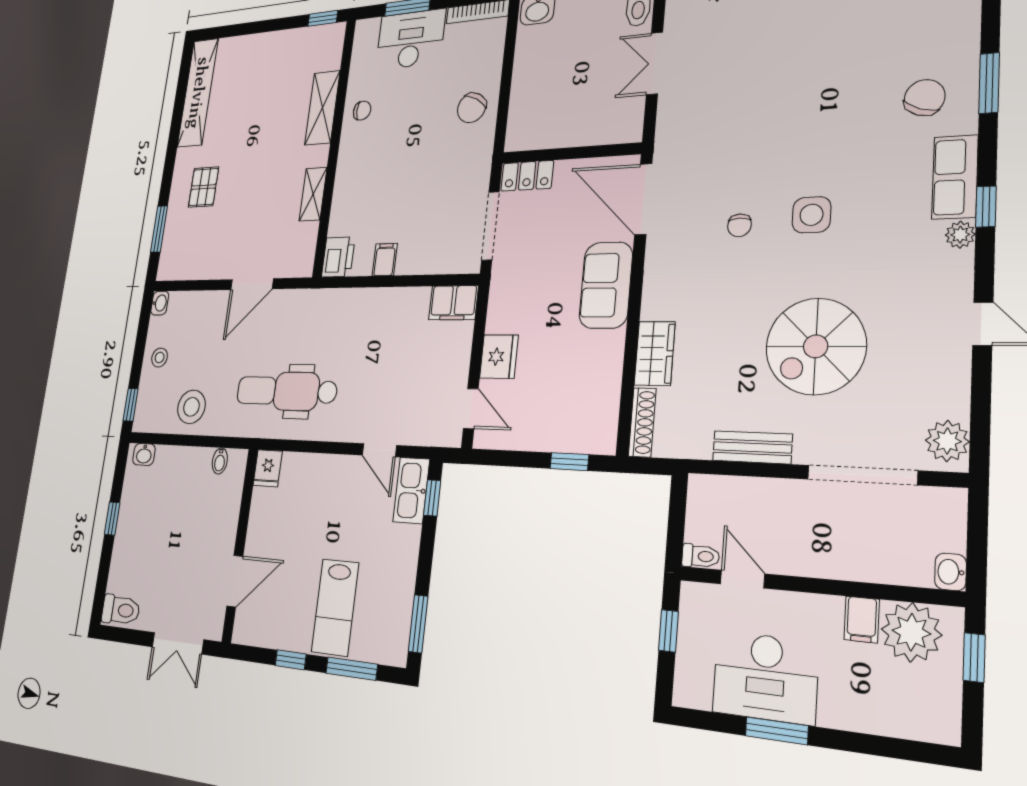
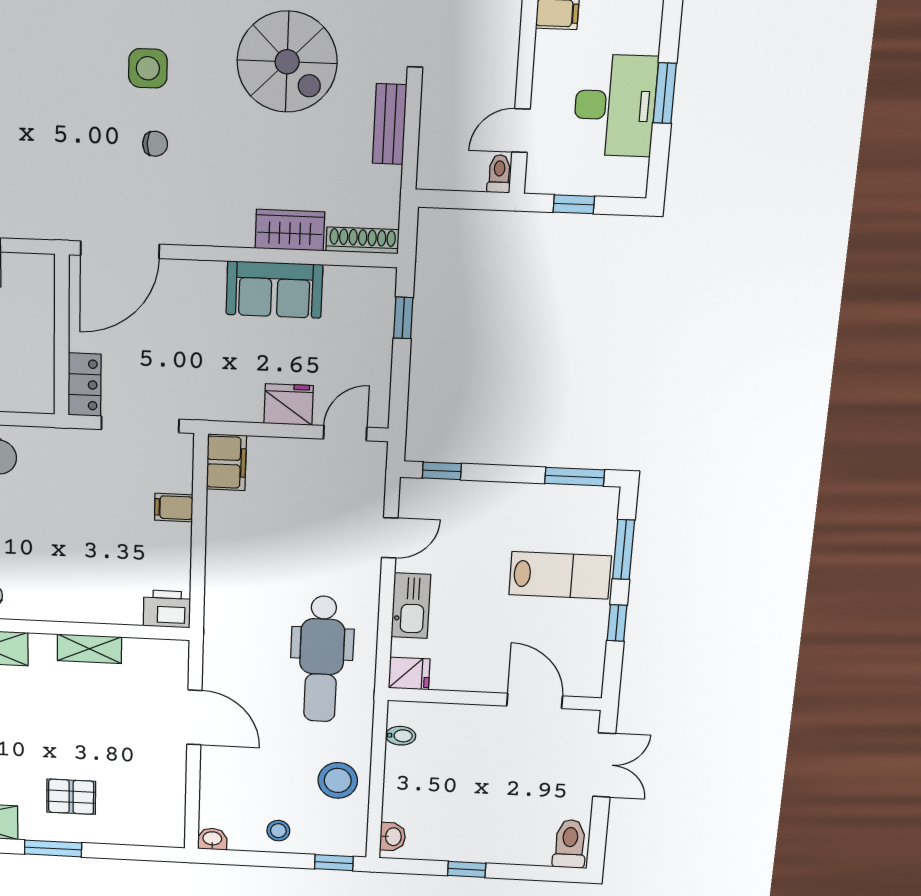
window: (159, 229) -> (53, 848), moved
filing cabinet: (385, 260) -> (174, 508), moved
sofa: (606, 285) -> (274, 290), moved
kitchen sink: (411, 490) -> (411, 606), moved, turned -90

